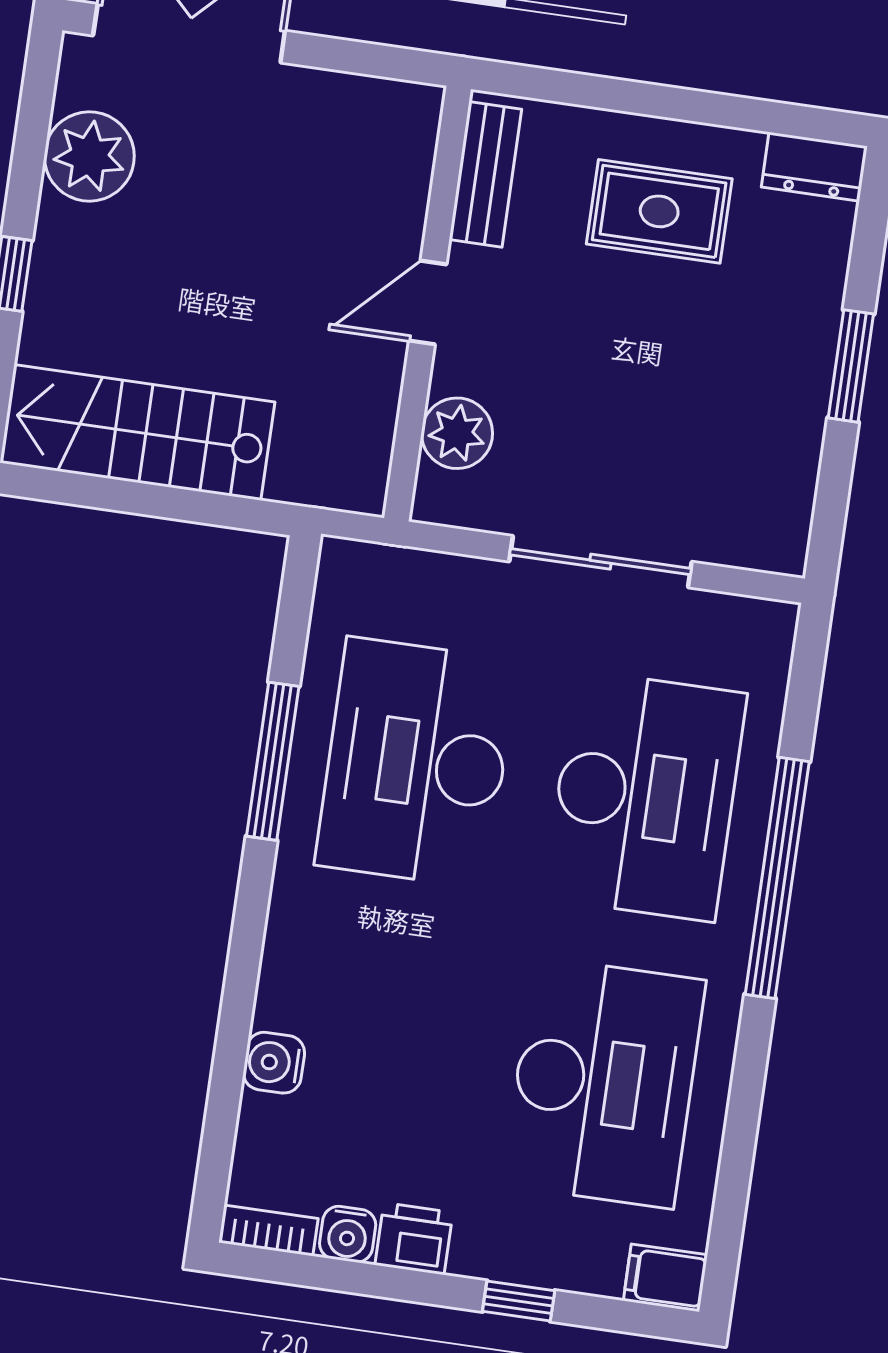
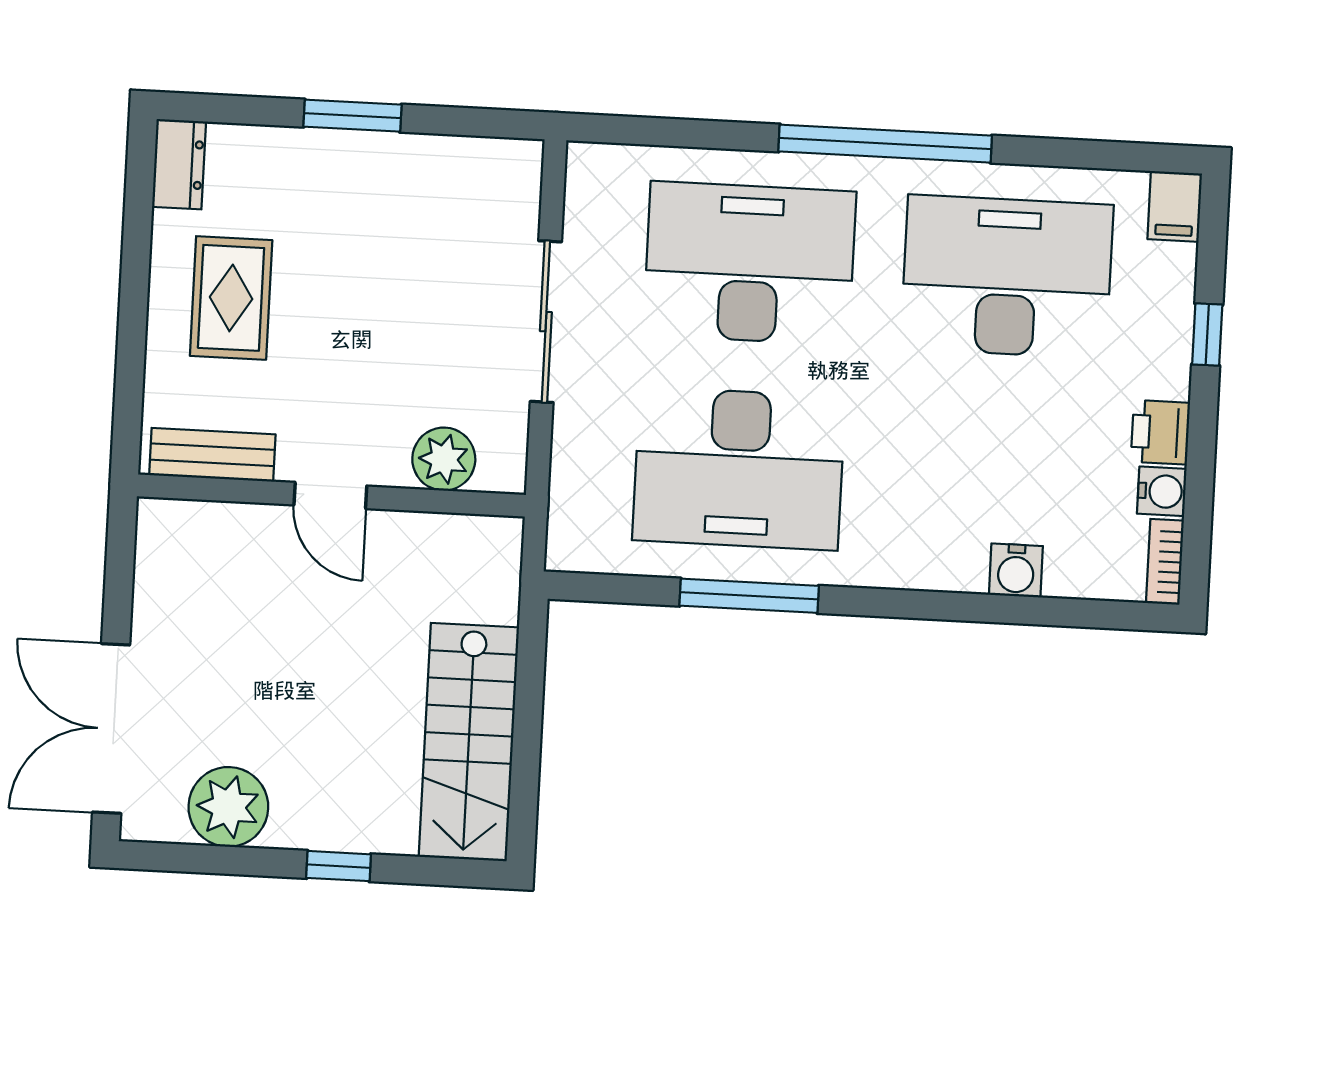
window: (777, 878) -> (885, 144), moved

